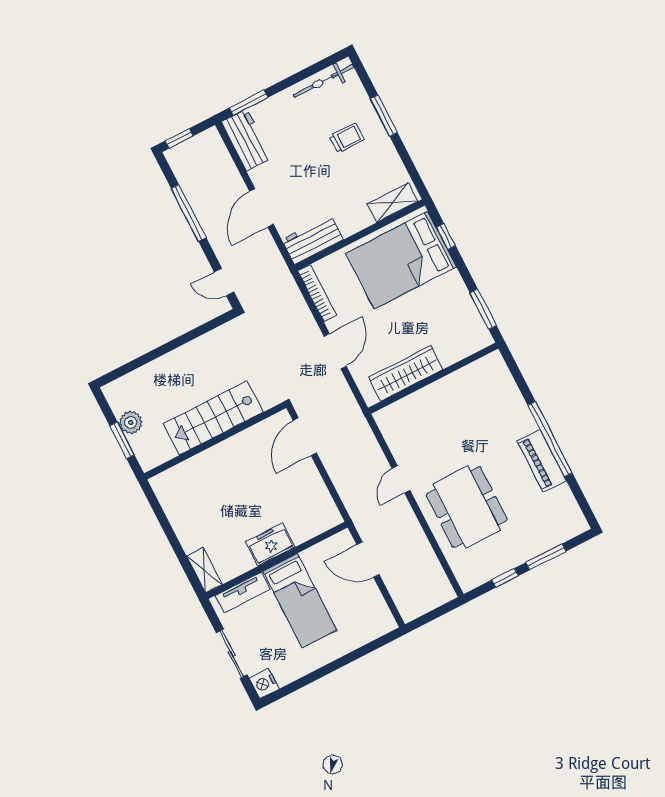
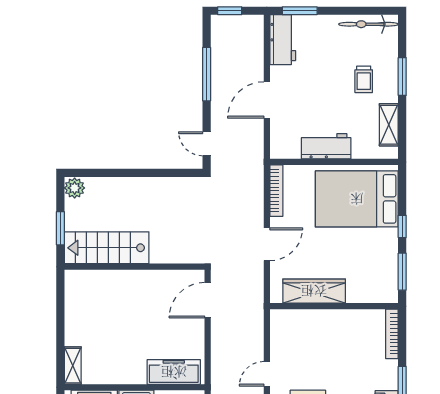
trolley: (347, 138) -> (364, 79), turned 90
shelving: (392, 203) -> (389, 125), moved, turned 90
window: (446, 237) -> (402, 226), moved
workbench: (312, 240) -> (326, 146), moved
bookcase: (505, 376) -> (392, 334), added
stairs: (213, 418) -> (107, 248), moved
plant: (131, 423) -> (75, 188), moved
freezer: (270, 544) -> (174, 372), moved, width x1.40

